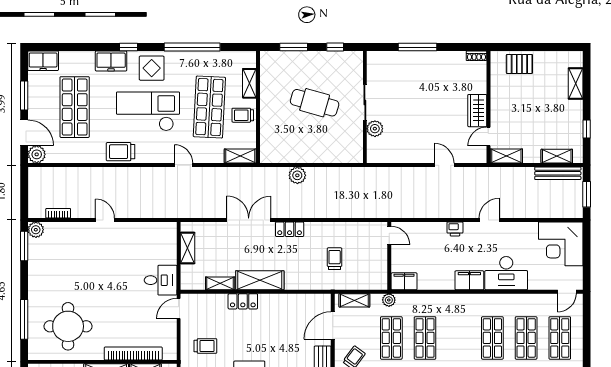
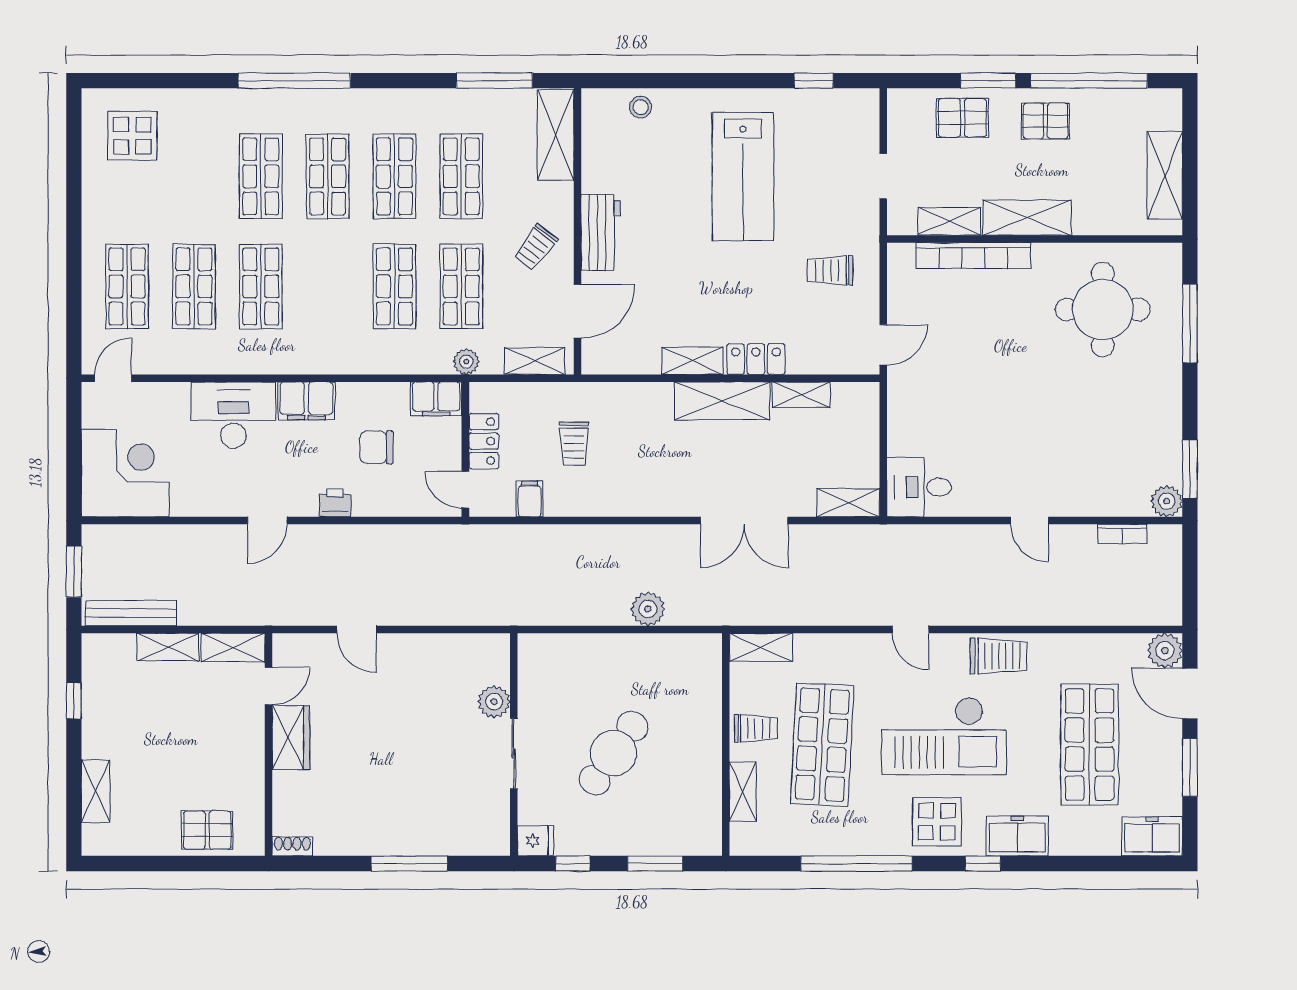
fridge: (354, 58) -> (535, 841), added
cafe table: (315, 103) -> (614, 753), turned -71
shelving: (557, 156) -> (168, 647), moved
door: (184, 165) -> (910, 630), moved
locker: (290, 229) -> (484, 441), moved, turned 90
filing cabinet: (357, 231) -> (530, 499), added
shelving: (188, 248) -> (848, 503), moved, turned 90
chair: (434, 257) -> (376, 447), added
desk: (161, 280) -> (919, 487), moved
shelving: (275, 300) -> (692, 361), added

